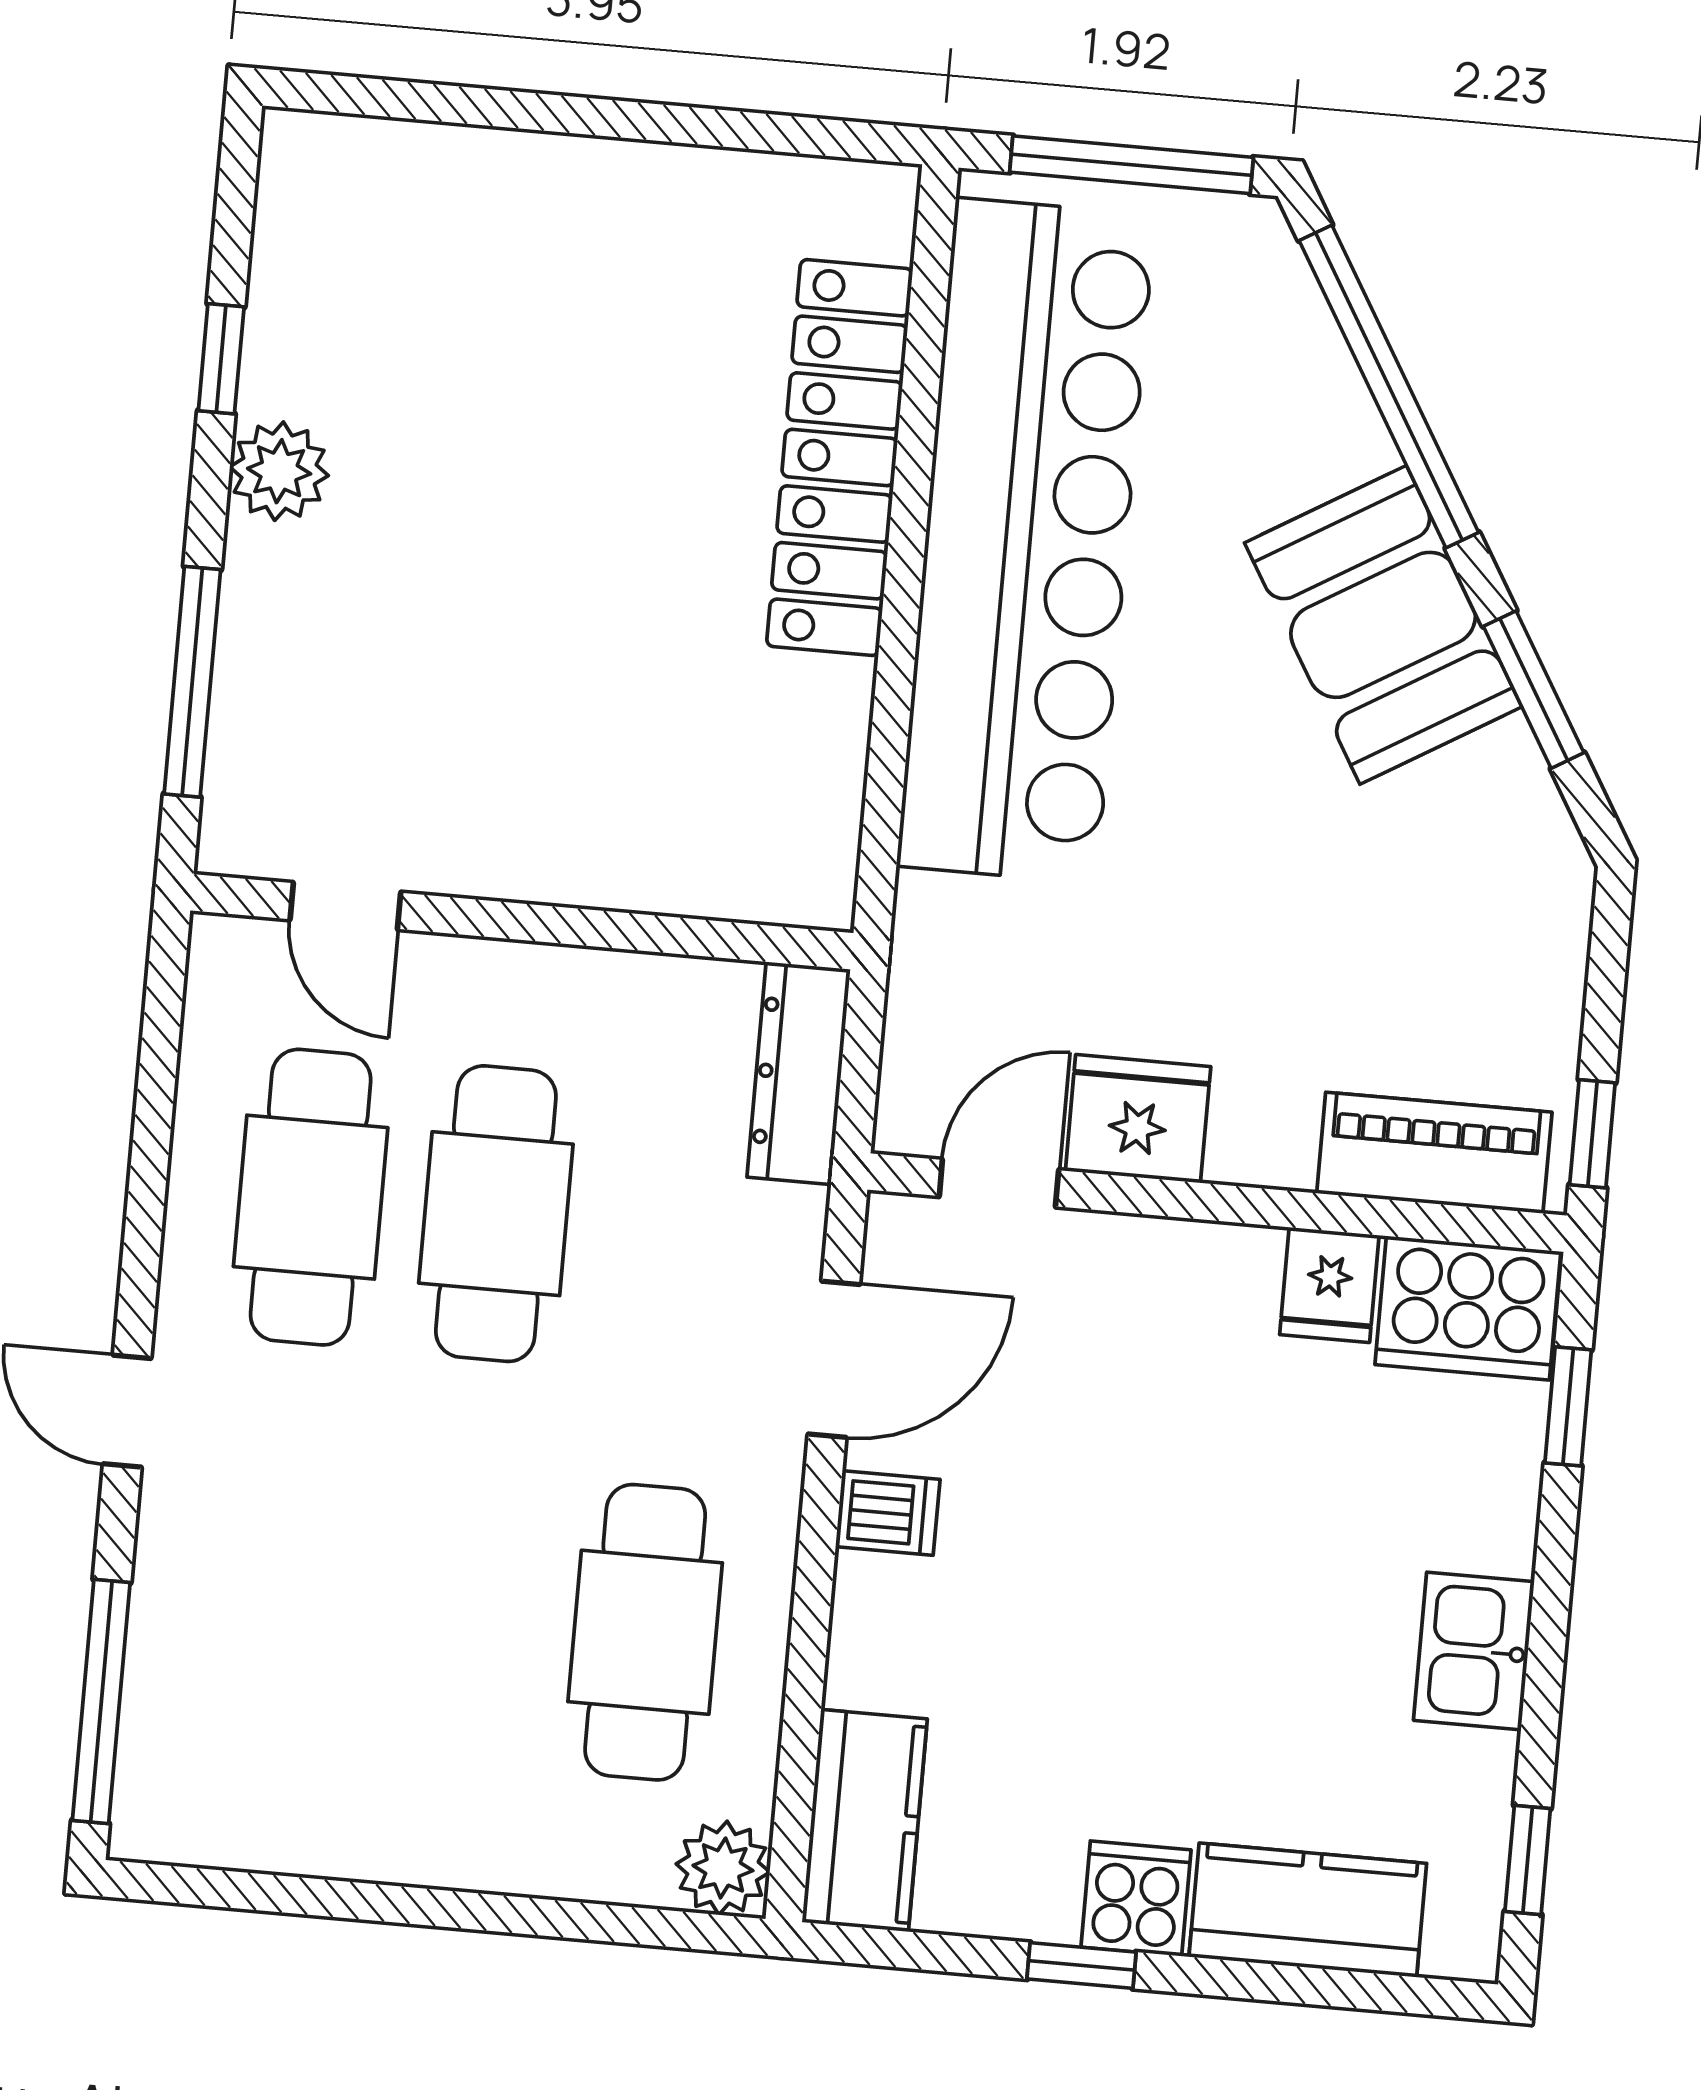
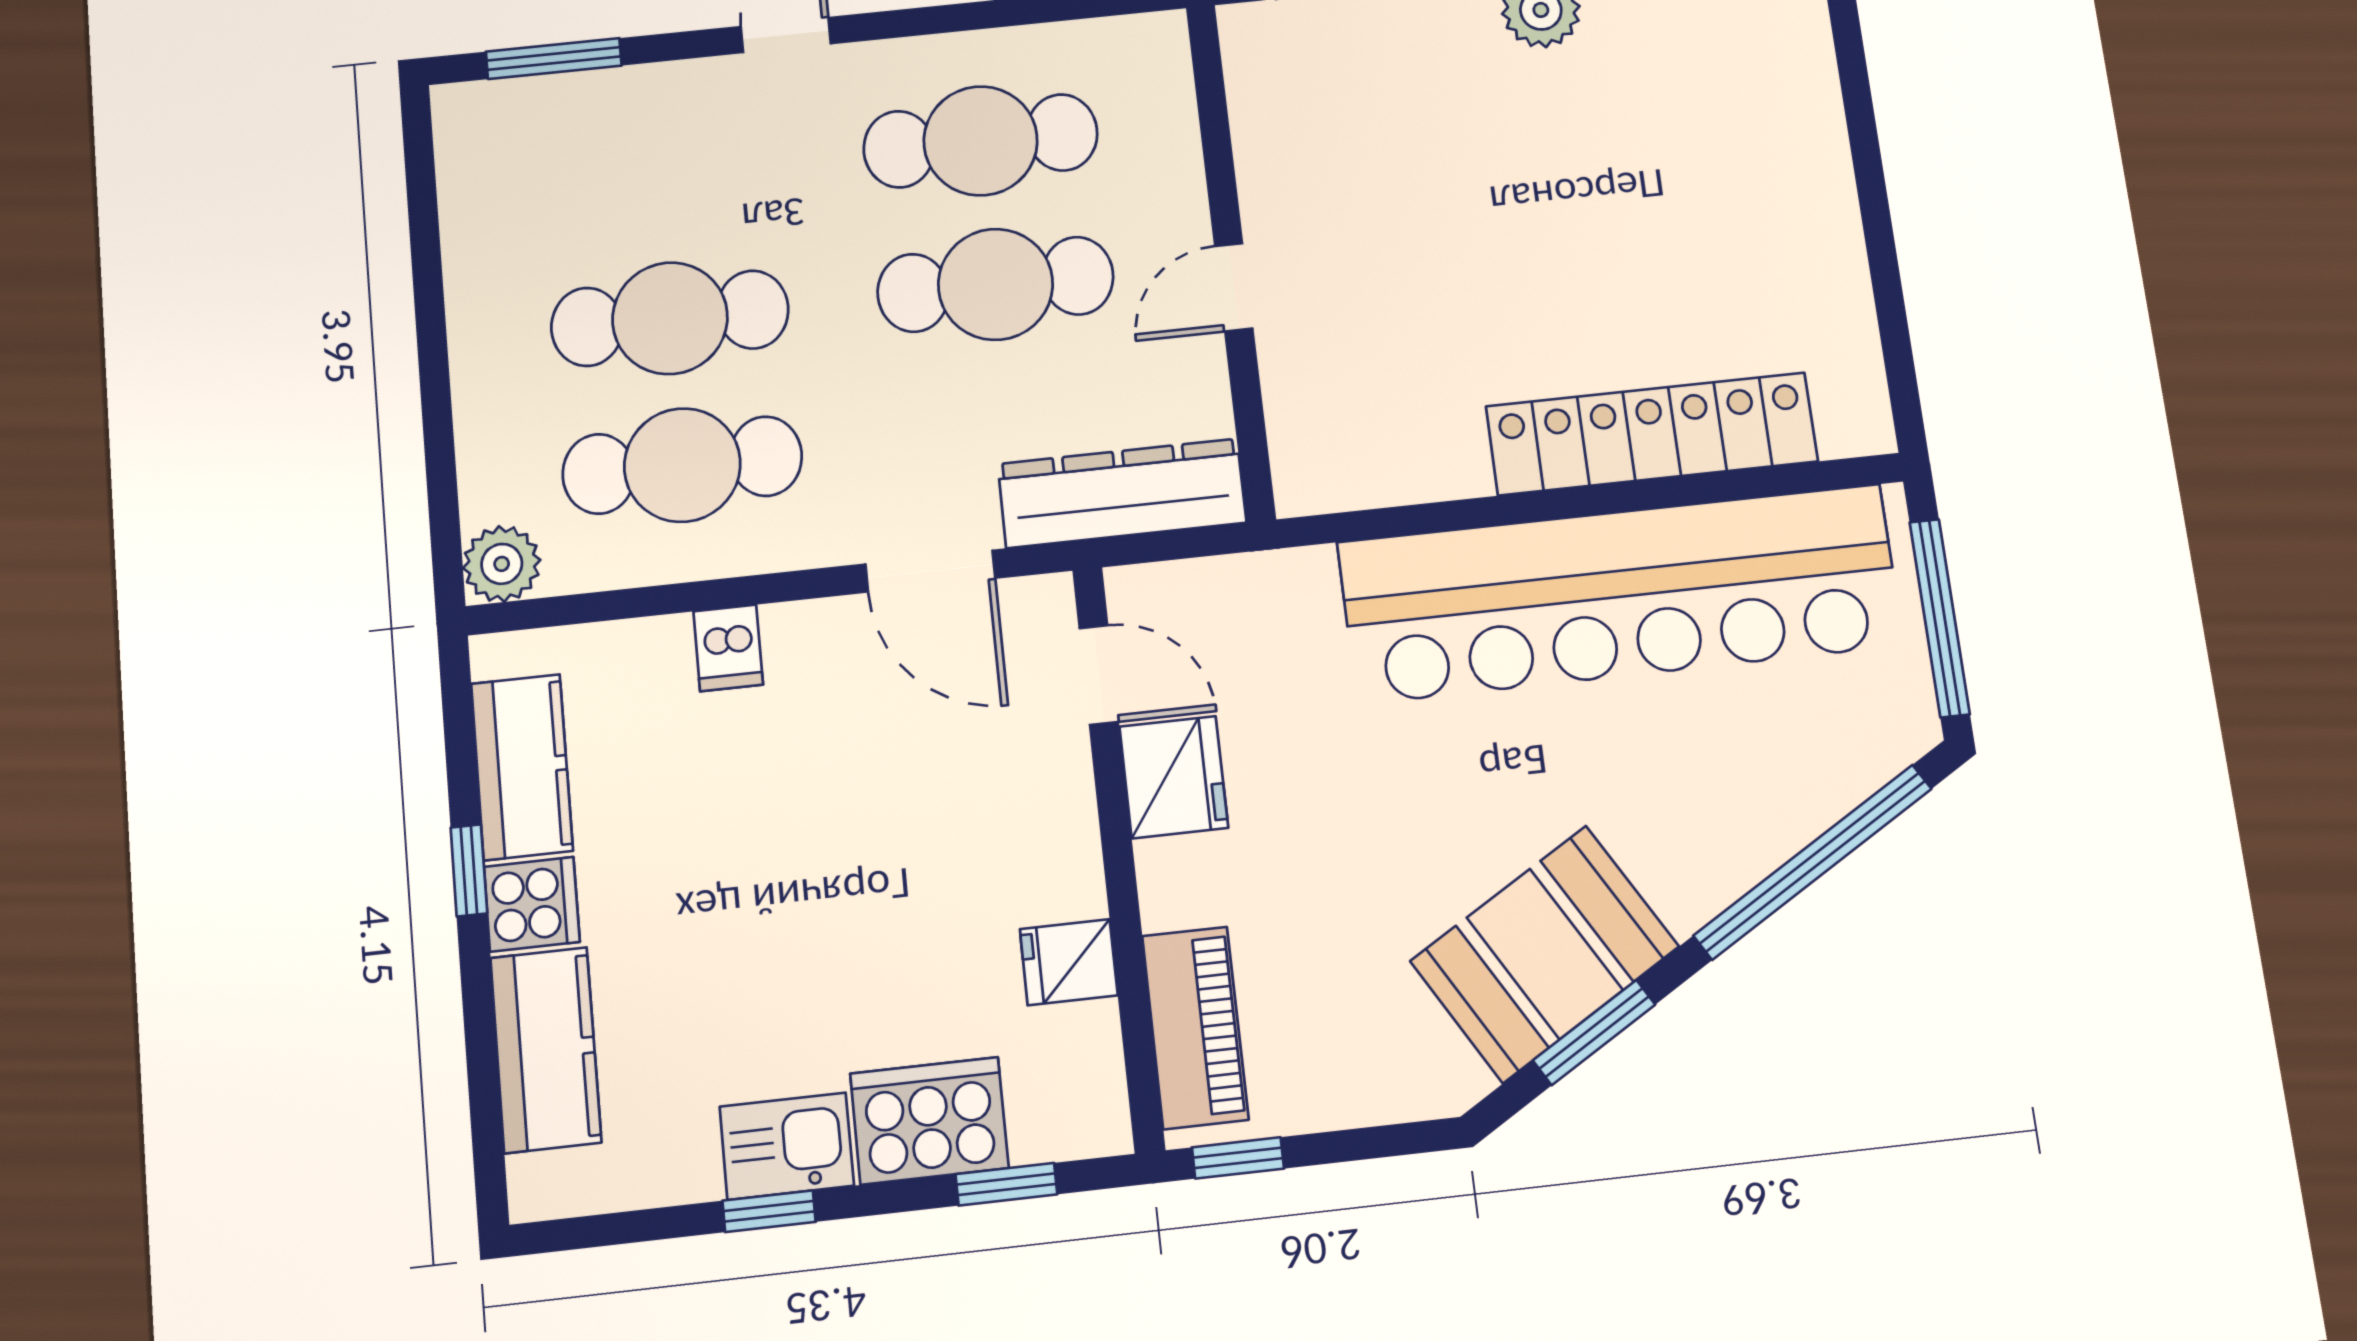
booth: (1383, 625) -> (1545, 954), moved
door: (345, 906) -> (1234, 287), moved
dresser: (799, 1073) -> (1122, 493), width x1.37, depth x1.24
cooker: (1468, 1308) -> (929, 1121), moved, turned 90
dishwasher: (888, 1513) -> (728, 648), moved
cafe table: (460, 1616) -> (670, 318), added
window: (101, 1702) -> (554, 59), width x0.69
kitchen counter: (865, 1821) -> (522, 767), moved, turned -90
window: (1528, 1860) -> (769, 1211), moved

